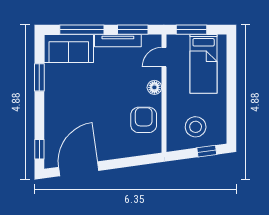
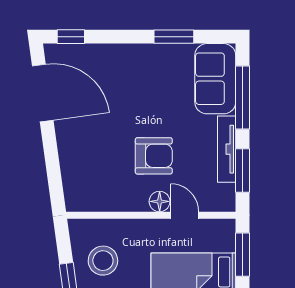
door: (164, 57) -> (185, 215), moved
armchair: (144, 120) -> (154, 156), moved

